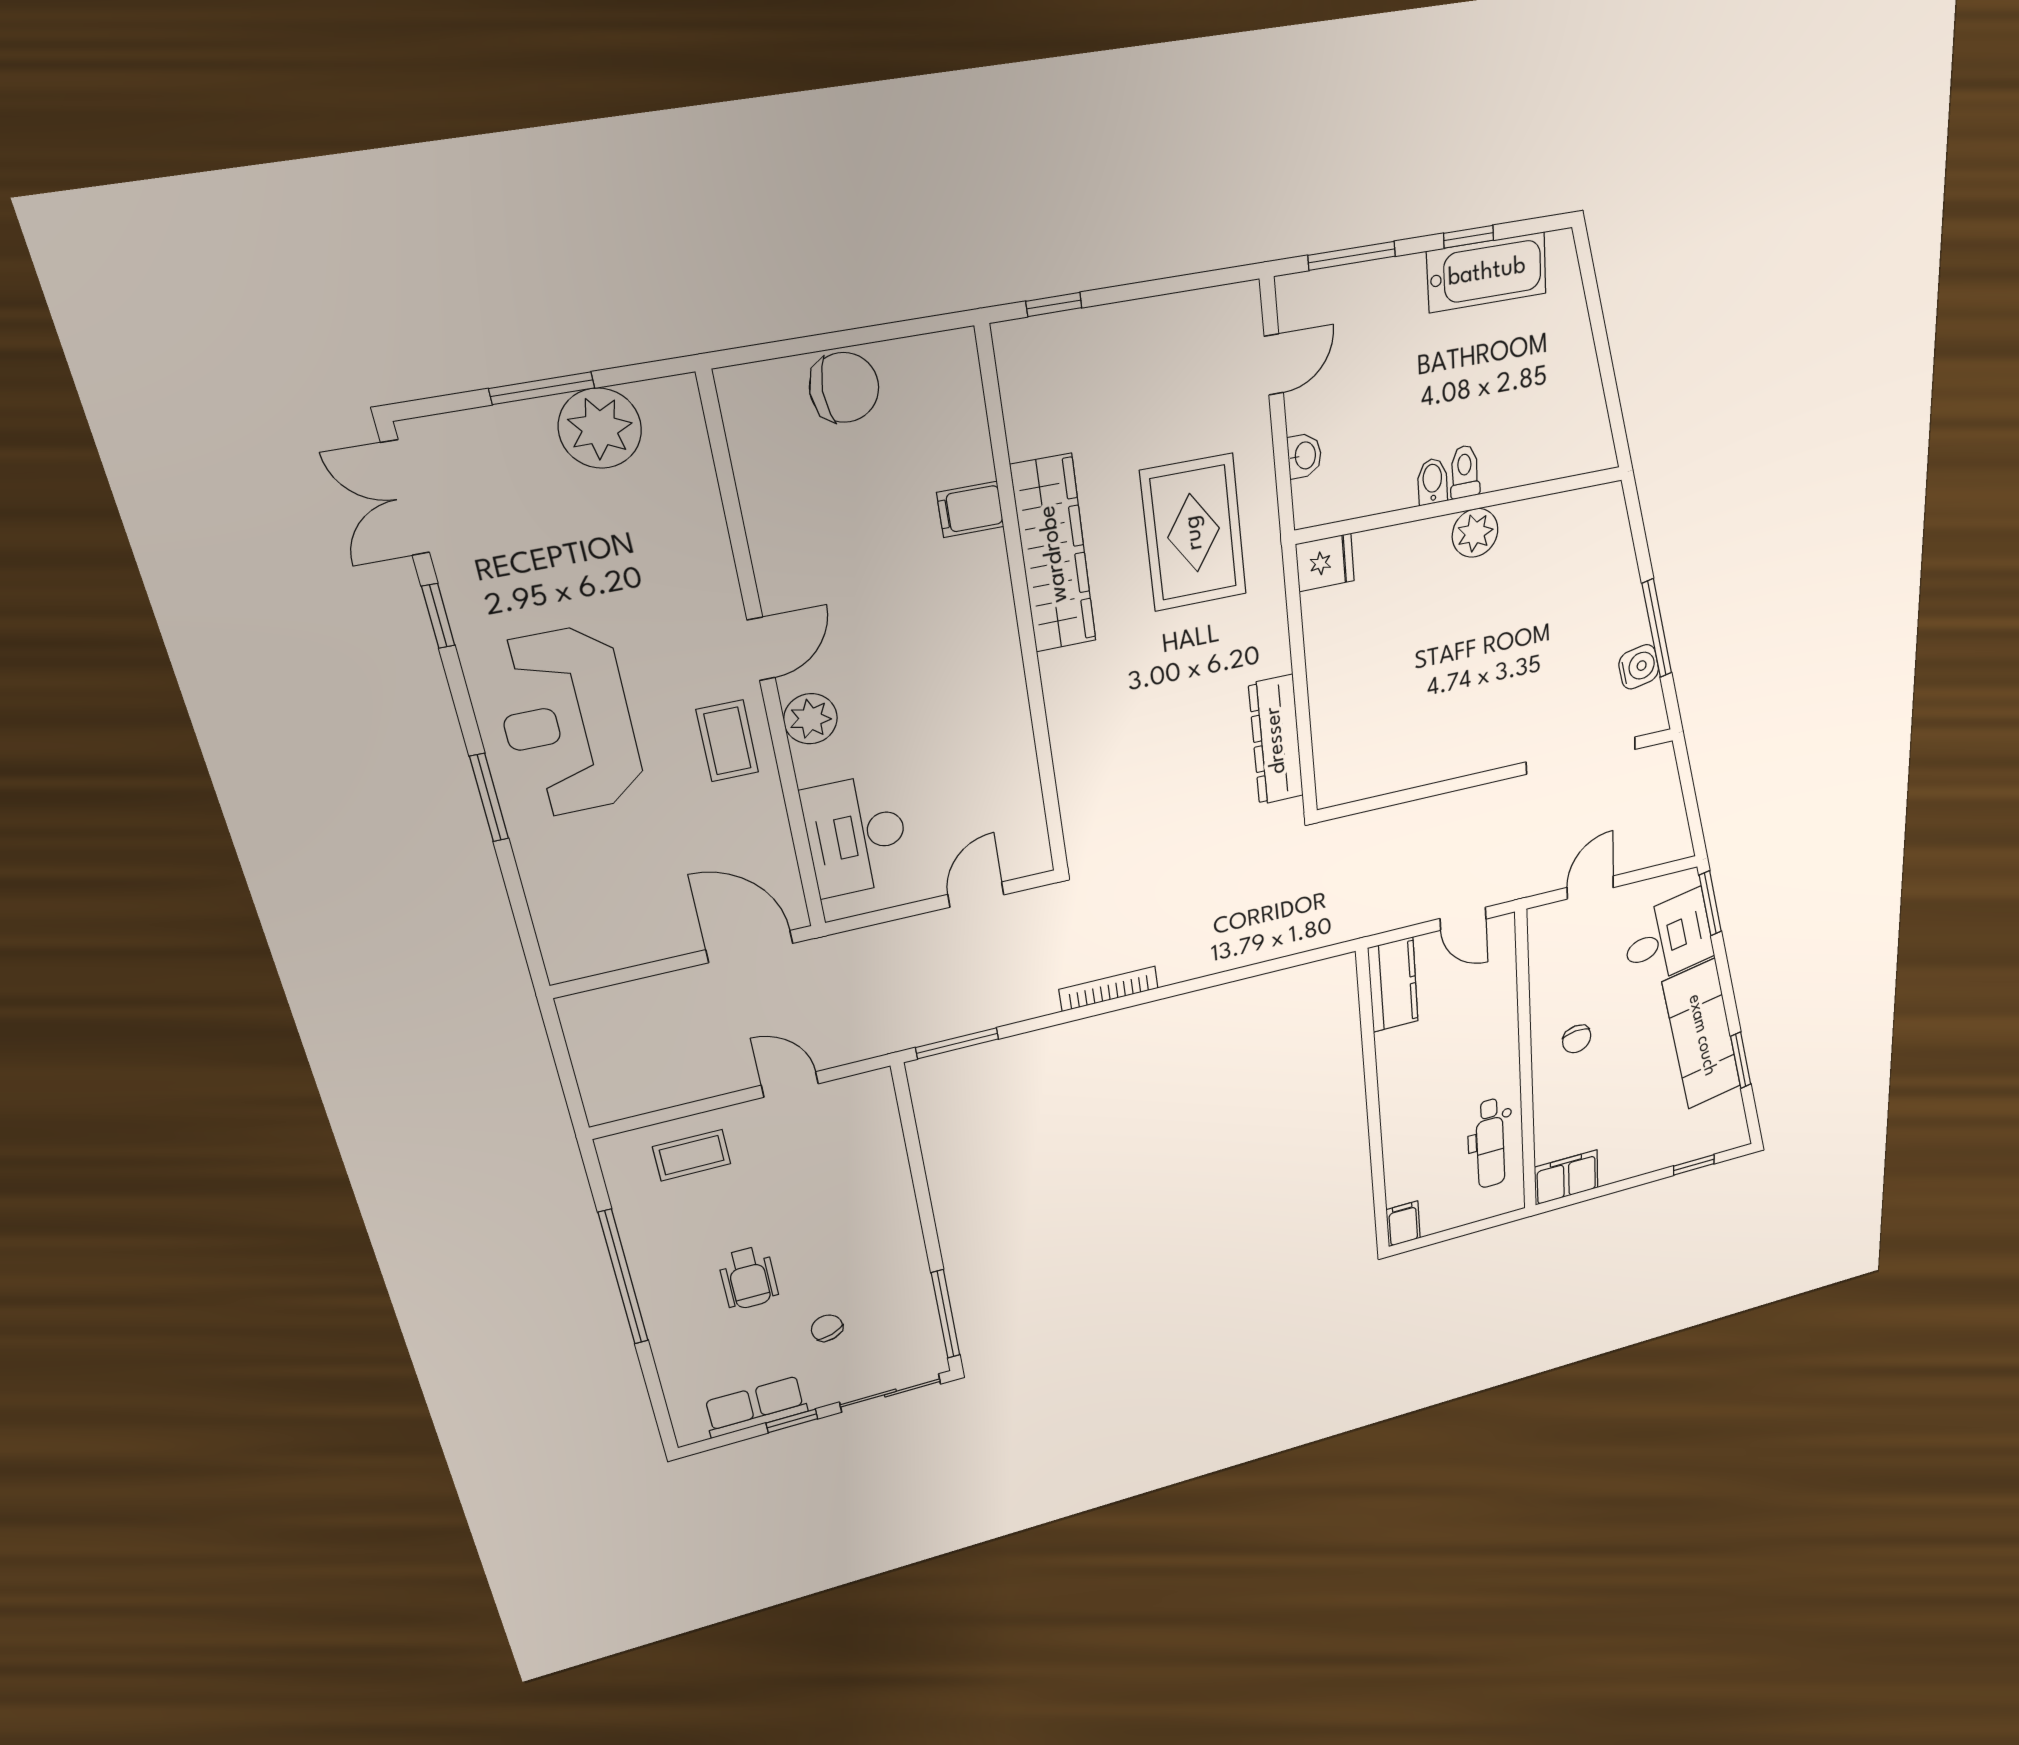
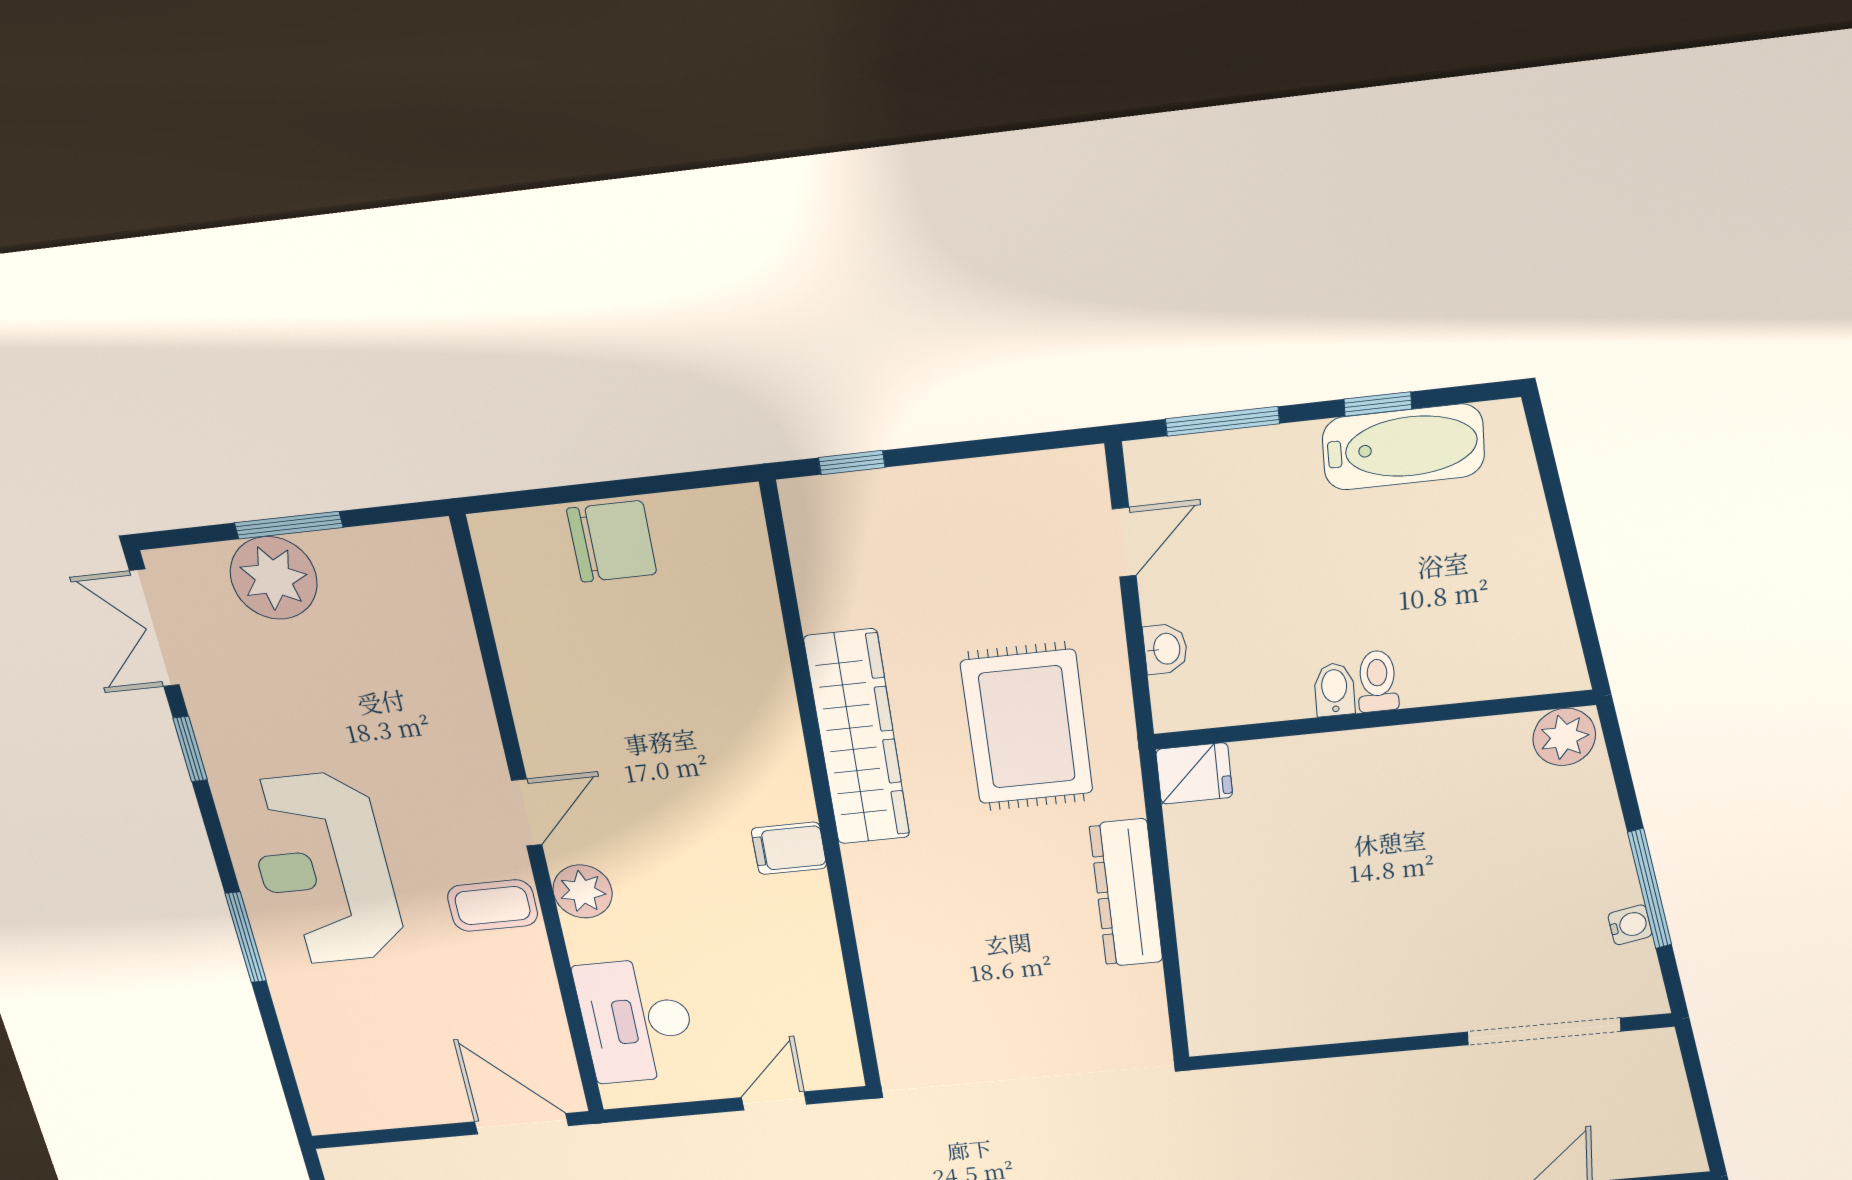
plant: (600, 428) -> (274, 578), moved
filing cabinet: (970, 509) -> (789, 848), moved
plant: (1475, 533) -> (1564, 737), moved
water cooler: (1639, 667) -> (1630, 925), width x0.72, depth x0.72
dresser: (1276, 740) -> (1126, 893), moved
coffee table: (727, 741) -> (493, 906), turned 90

